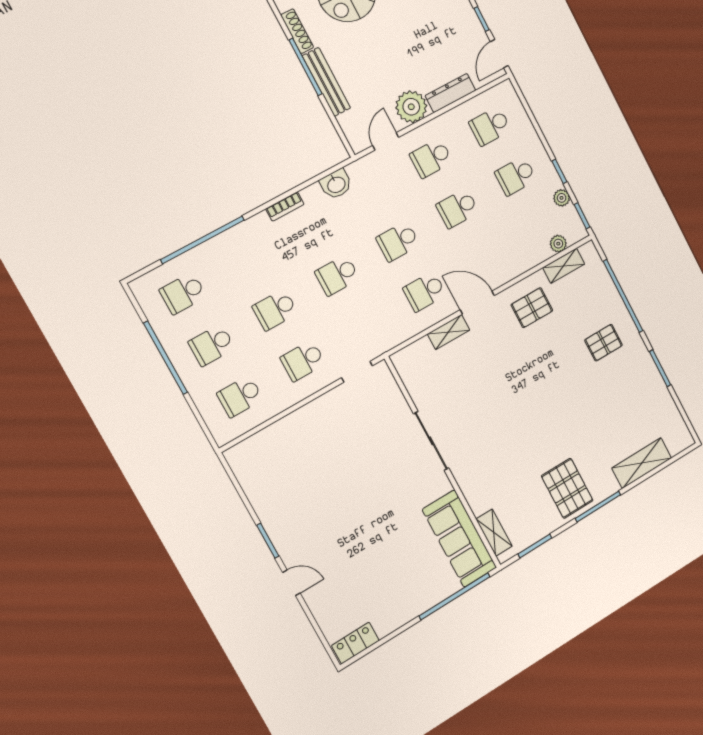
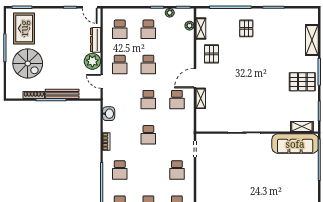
school desk: (275, 310) -> (120, 170), moved

